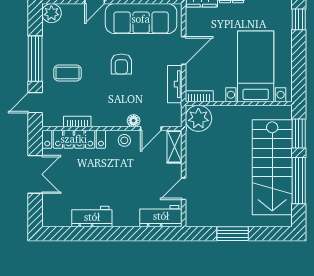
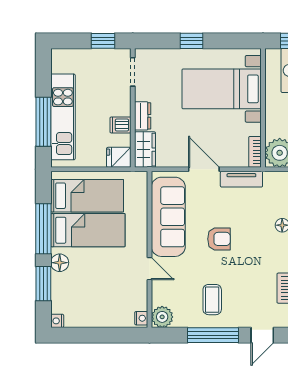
window: (299, 19) -> (191, 41), moved
coffee table: (67, 73) -> (212, 300), moved
door: (35, 103) -> (262, 335), hinge flipped

